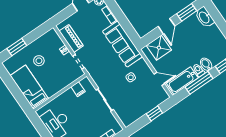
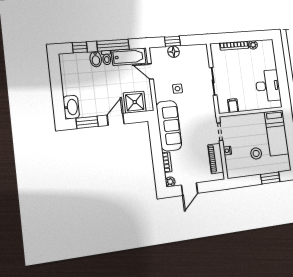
floor lamp: (149, 105) -> (174, 52), added

